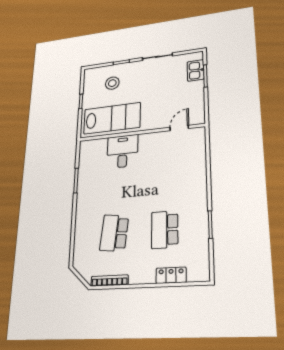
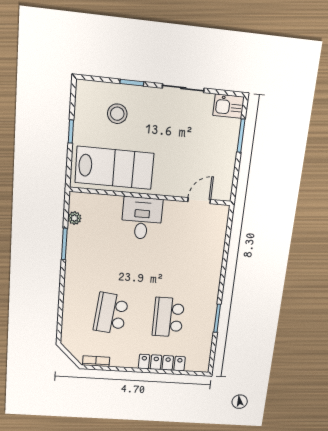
kitchen sink: (196, 70) -> (229, 106), moved, turned -90
desk: (122, 151) -> (142, 218), moved
plant: (84, 160) -> (74, 218), added
locker: (171, 275) -> (162, 363), width x1.53
bookcase: (110, 280) -> (96, 361), width x0.64

